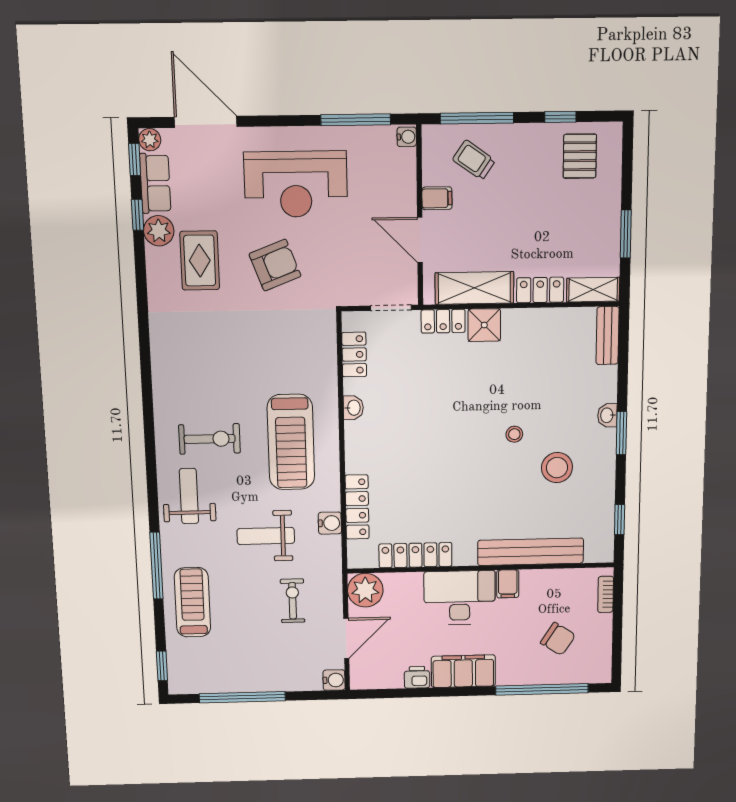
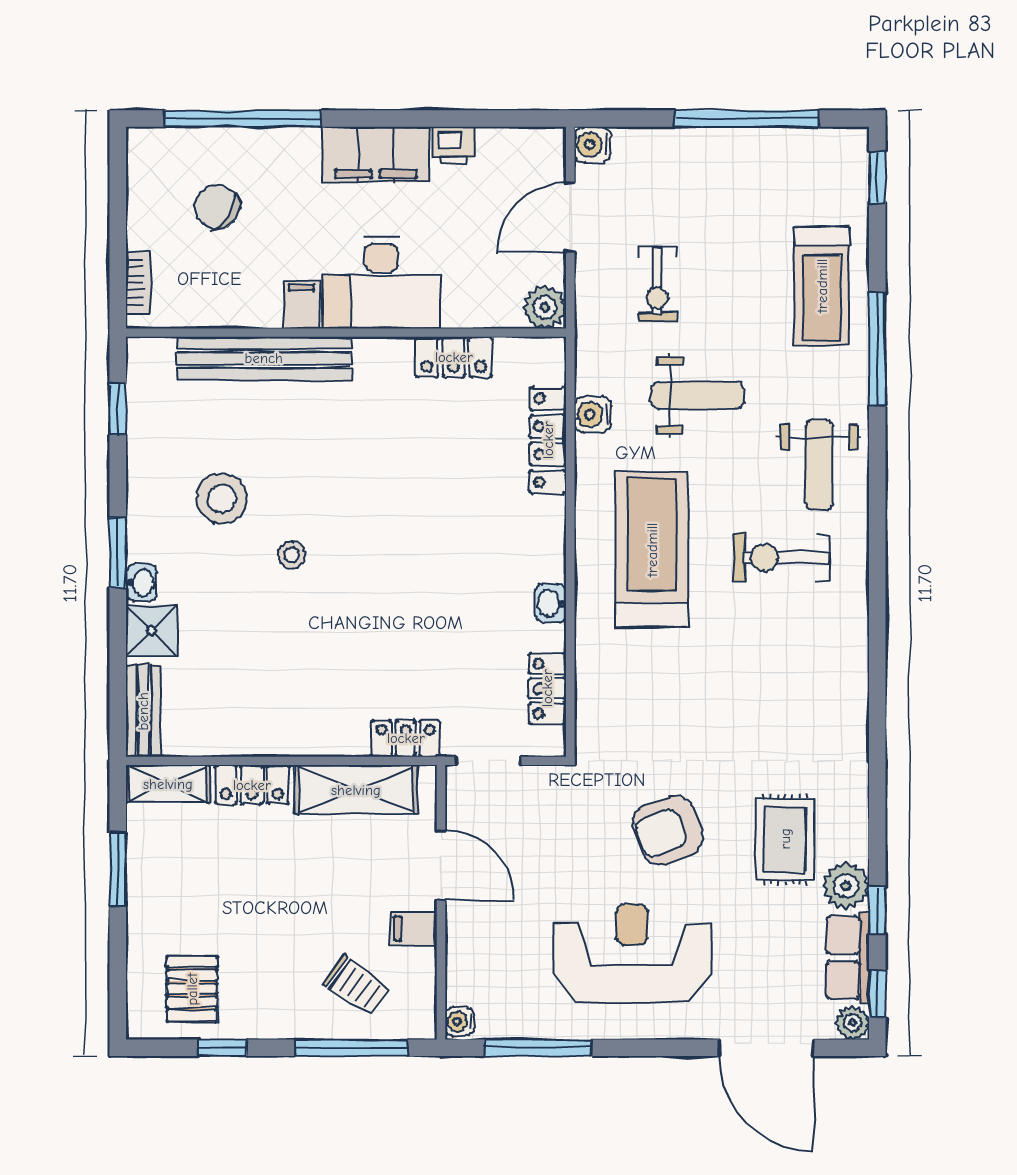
shower: (484, 325) -> (152, 631), moved
locker: (415, 555) -> (454, 357), width x0.66
plant: (365, 590) -> (545, 307), width x0.73, depth x0.73

